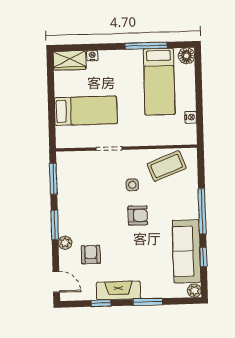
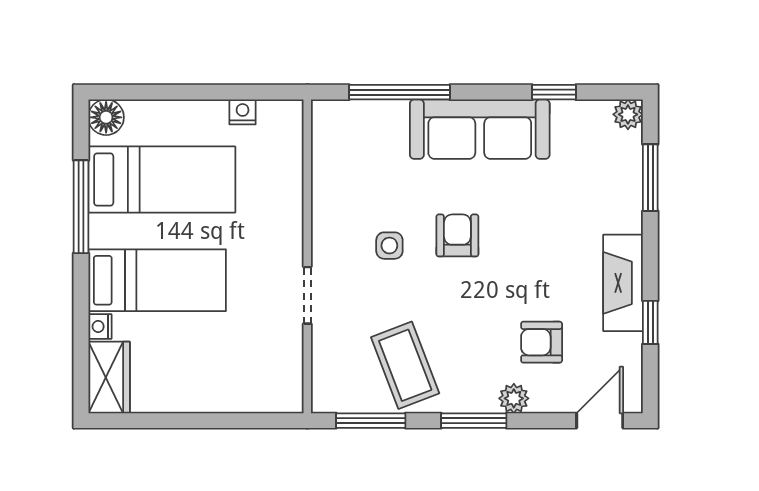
bed: (86, 111) -> (157, 280), moved, turned 90
coffee table: (167, 166) -> (405, 365), moved
window: (202, 211) -> (400, 92), moved
sofa: (187, 251) -> (480, 129), moved
window: (148, 302) -> (650, 178), moved

